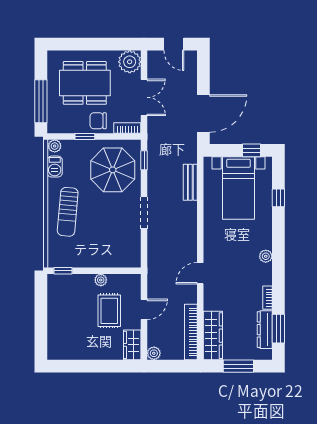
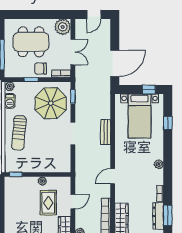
door: (174, 44) -> (94, 14), hinge flipped
bench: (190, 182) -> (105, 132), moved

